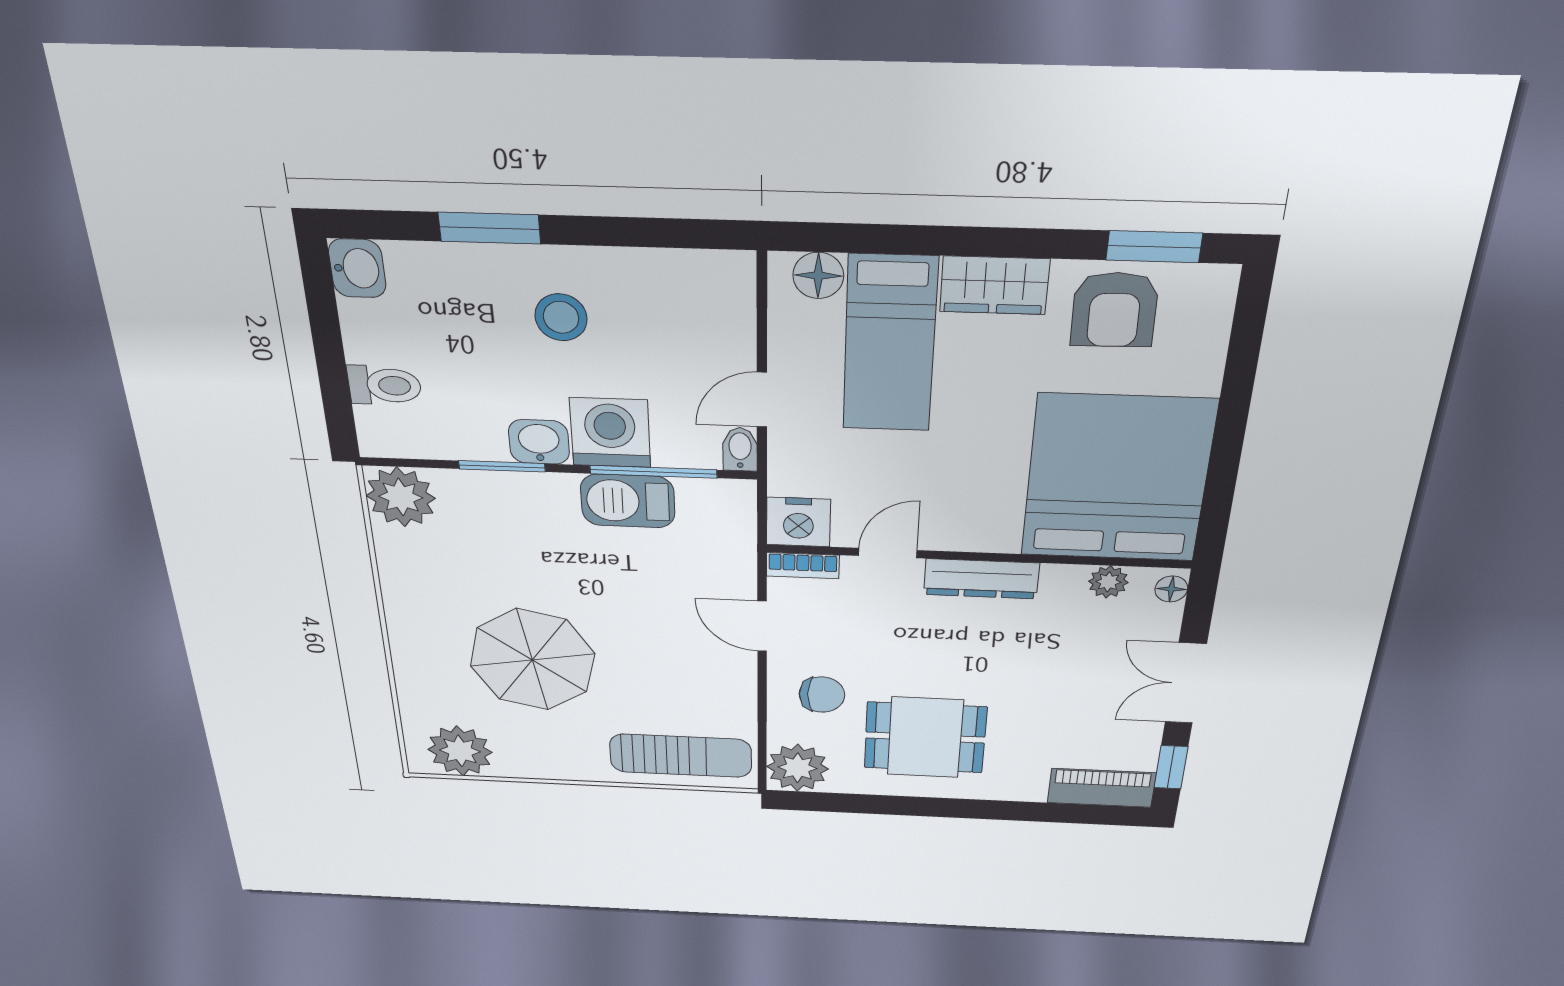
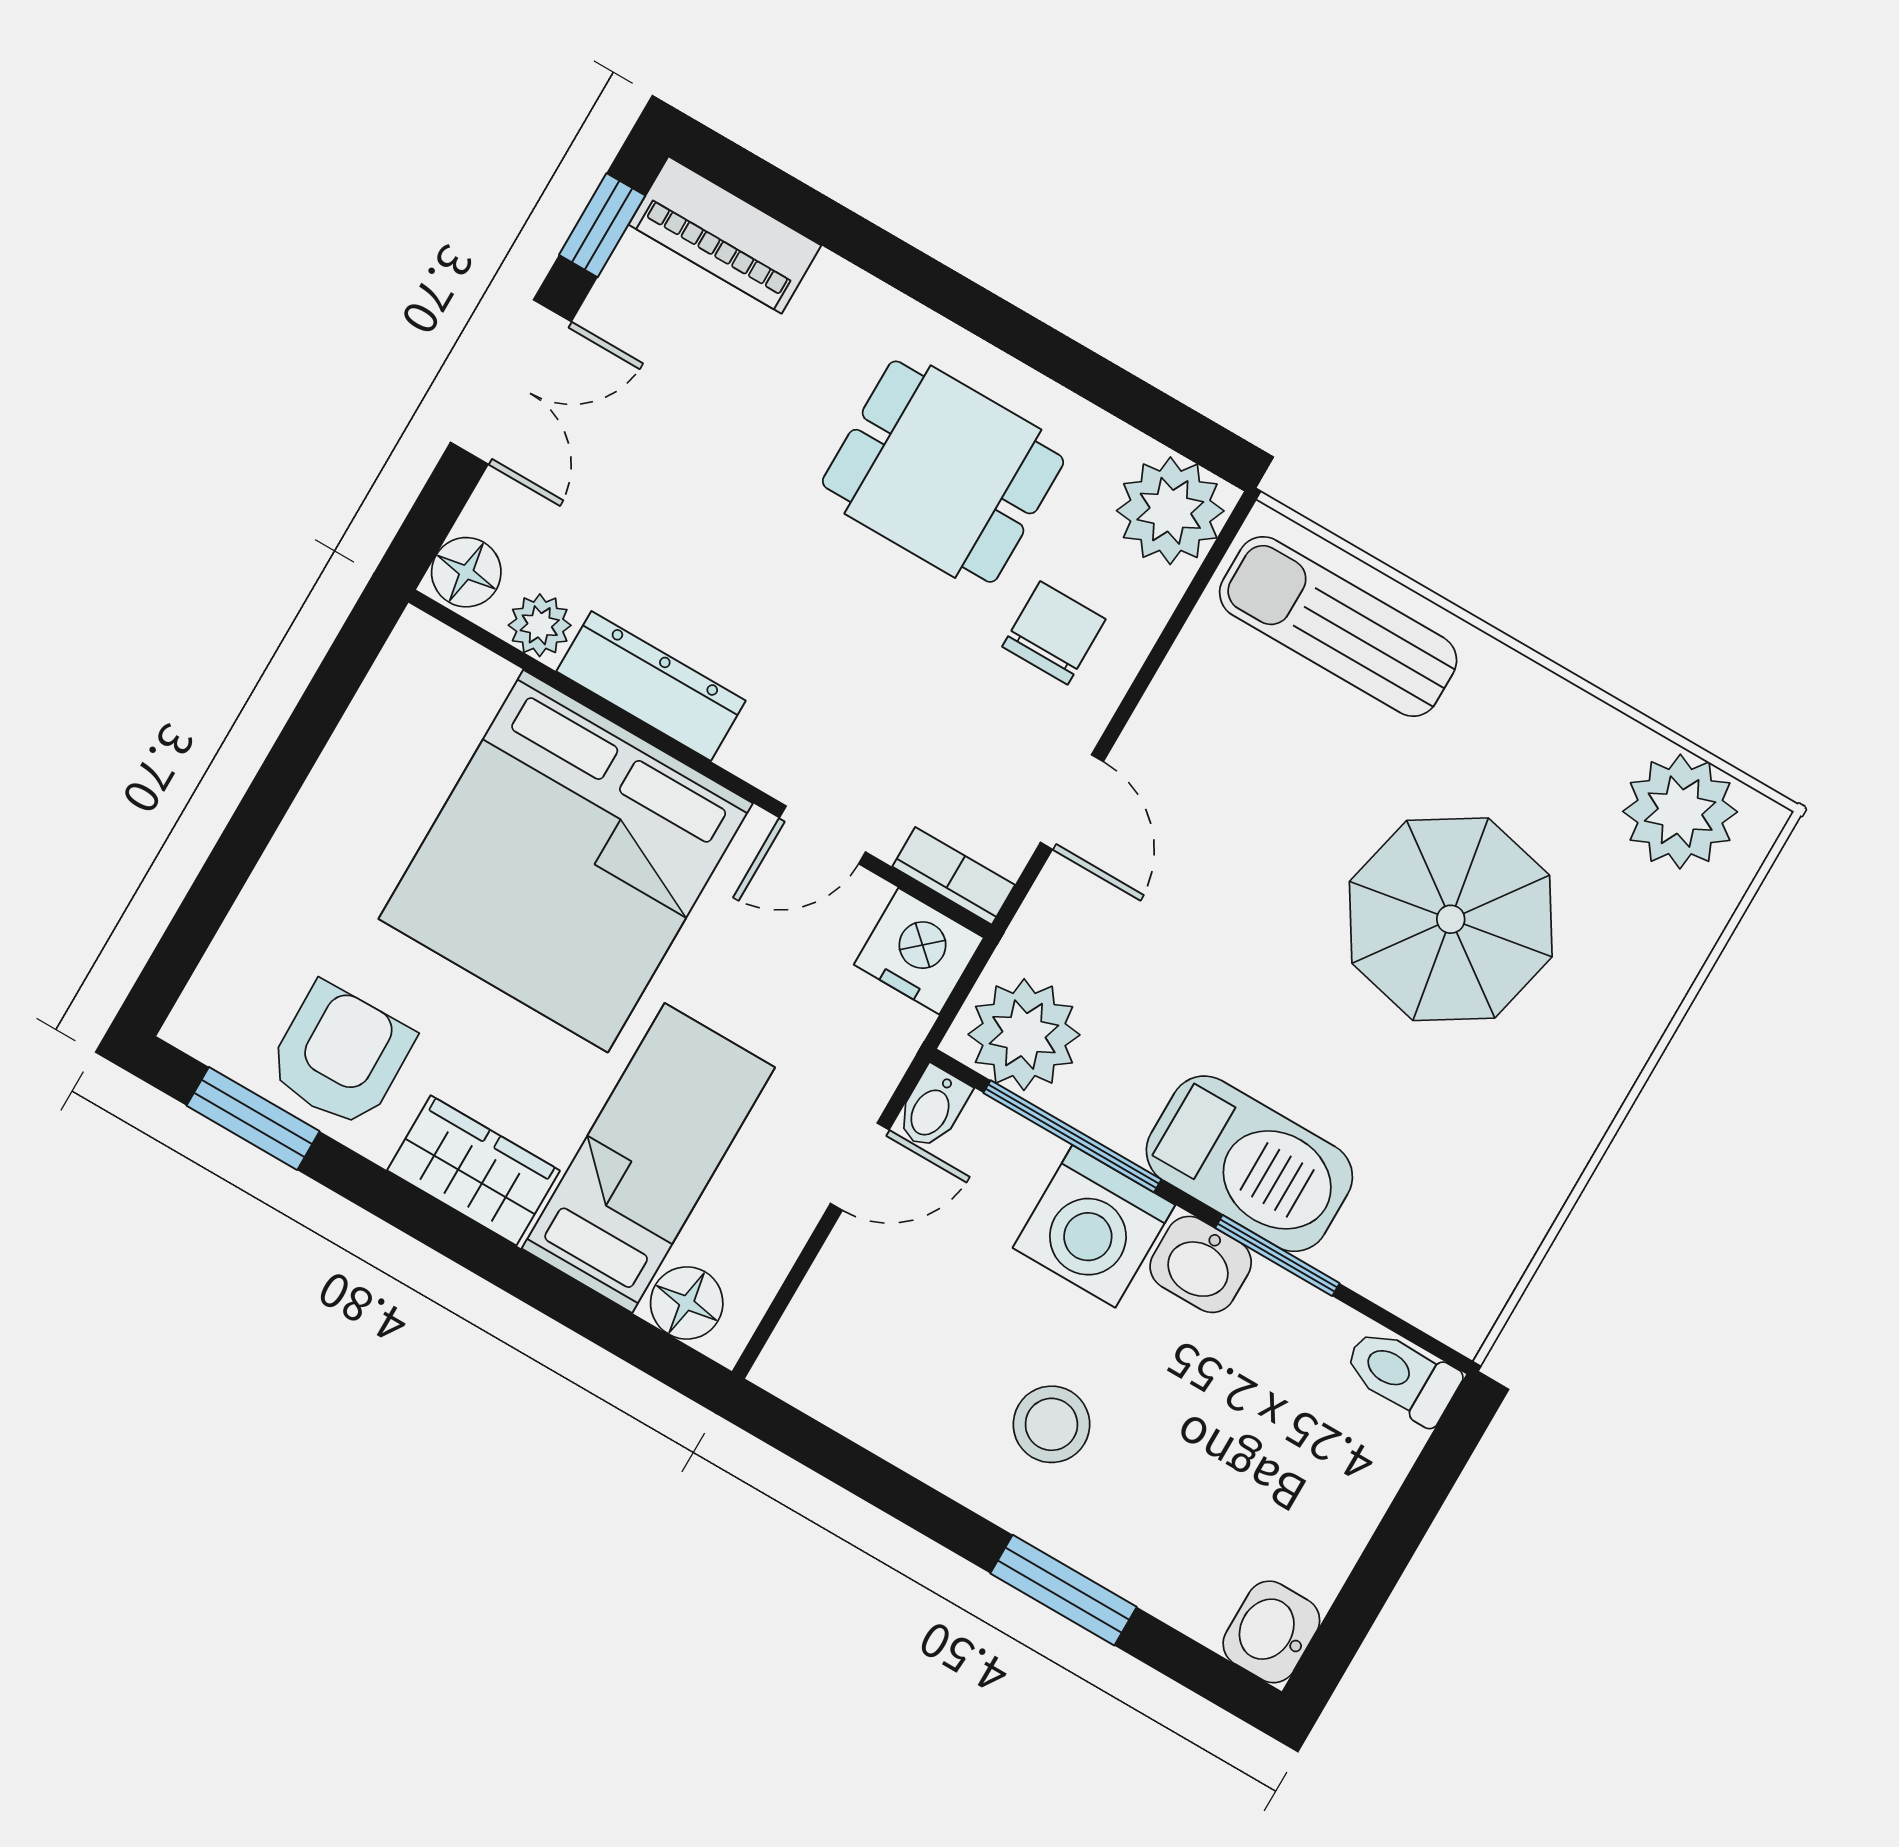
toilet: (385, 385) -> (1402, 1375), moved
bed: (1117, 479) -> (566, 861), moved
plant: (401, 497) -> (1024, 1035), moved
barbecue: (628, 501) -> (1249, 1164), moved, width x1.37, depth x1.21
dresser: (981, 579) -> (651, 686), moved
floor lamp: (1171, 589) -> (466, 572), width x1.37, depth x1.37
chair: (822, 695) -> (1054, 633), turned 90

